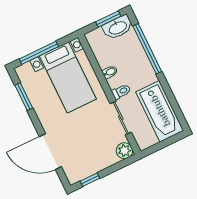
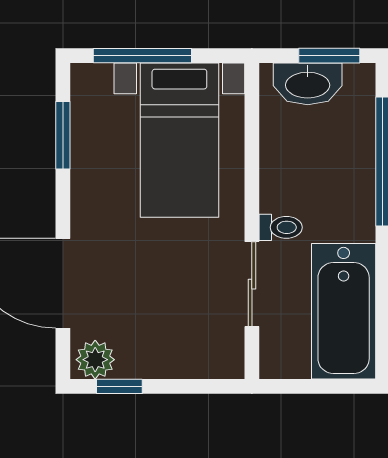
washbasin: (118, 27) -> (308, 84), moved
bidet: (110, 72) -> (277, 173), removed
plant: (124, 151) -> (95, 360), moved

